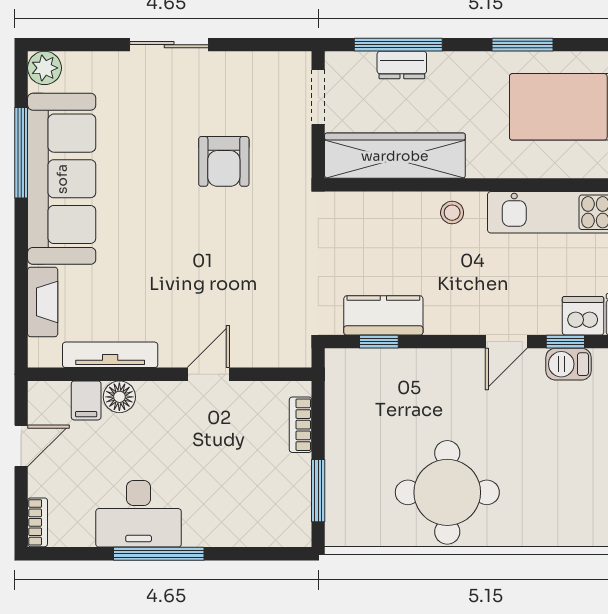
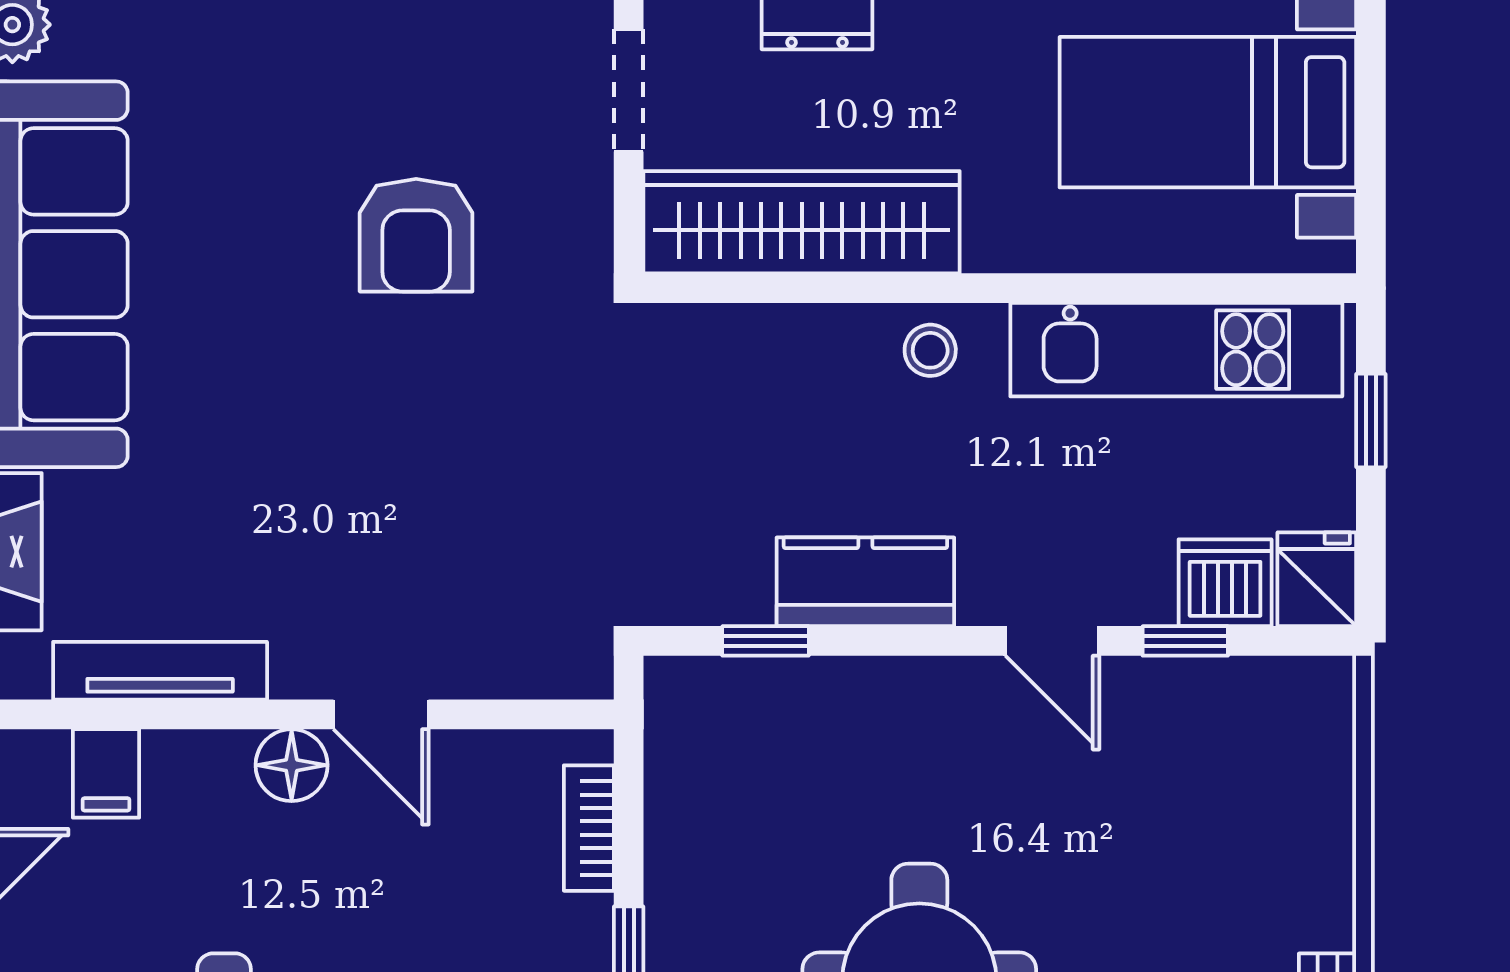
kitchen counter: (383, 315) -> (865, 582), moved
door: (506, 342) -> (1052, 641), hinge flipped
barbecue: (568, 364) -> (1192, 692), removed
door: (208, 374) -> (381, 714), swing flipped
floor lamp: (119, 397) -> (292, 765), moved

